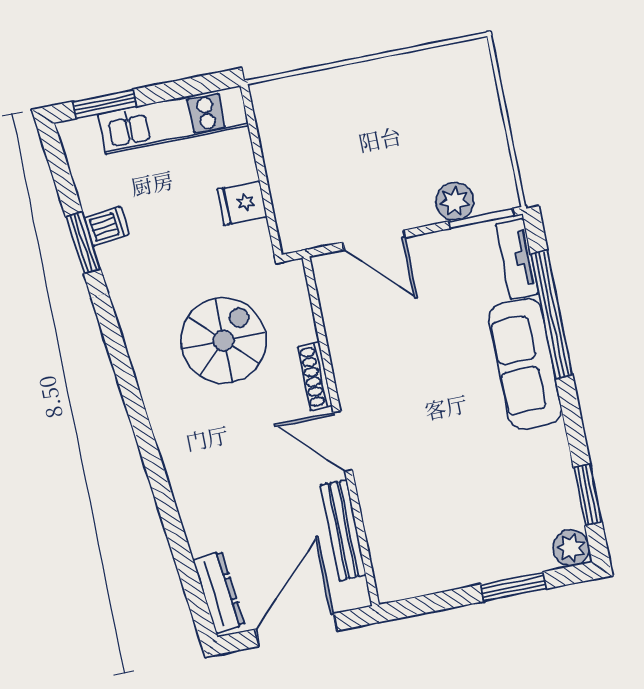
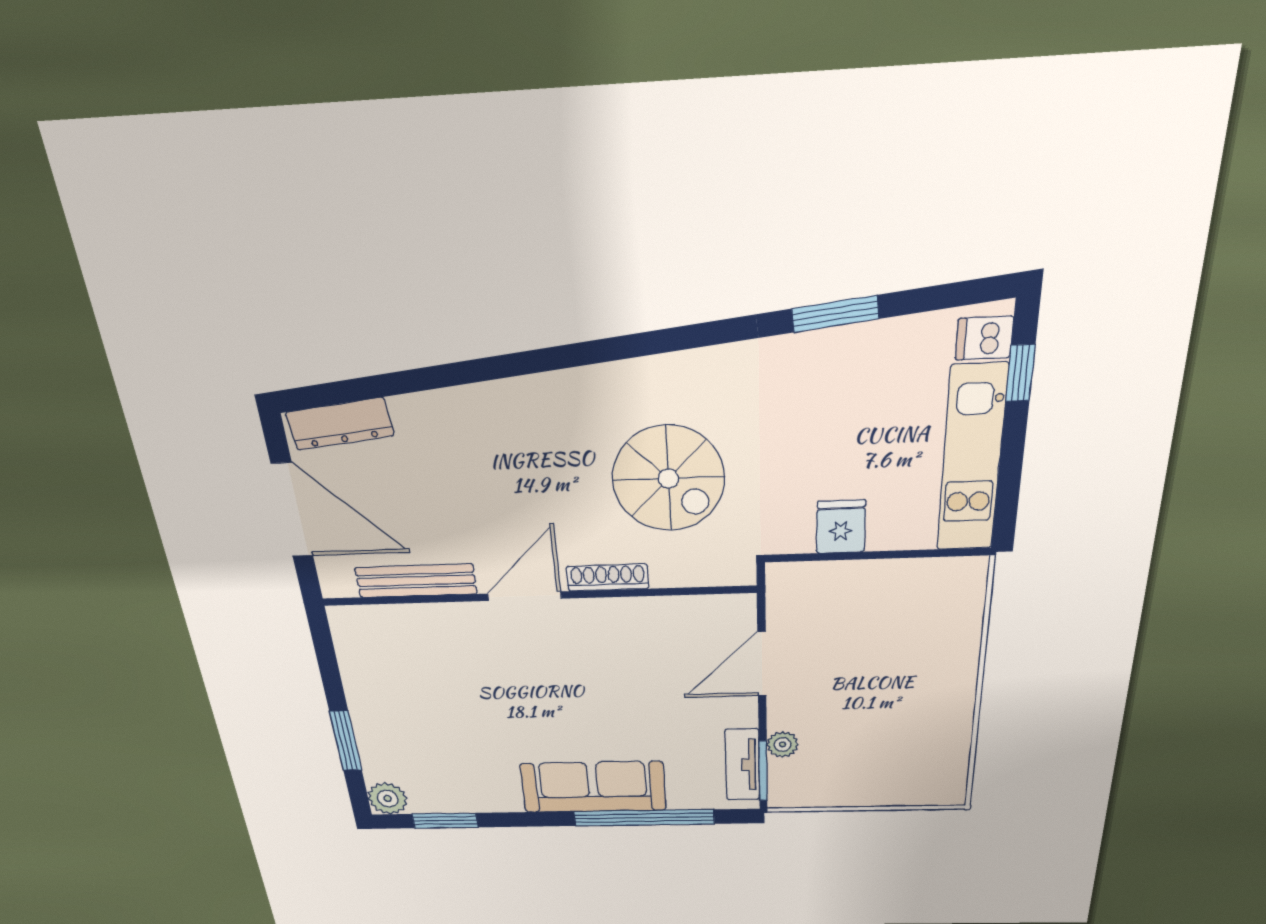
window: (105, 104) -> (1020, 373), width x0.67
plant: (455, 201) -> (783, 744), width x0.73, depth x0.73
dishwasher: (107, 226) -> (984, 338), moved, turned 96
tv unit: (517, 259) -> (742, 765), moved, turned -90

